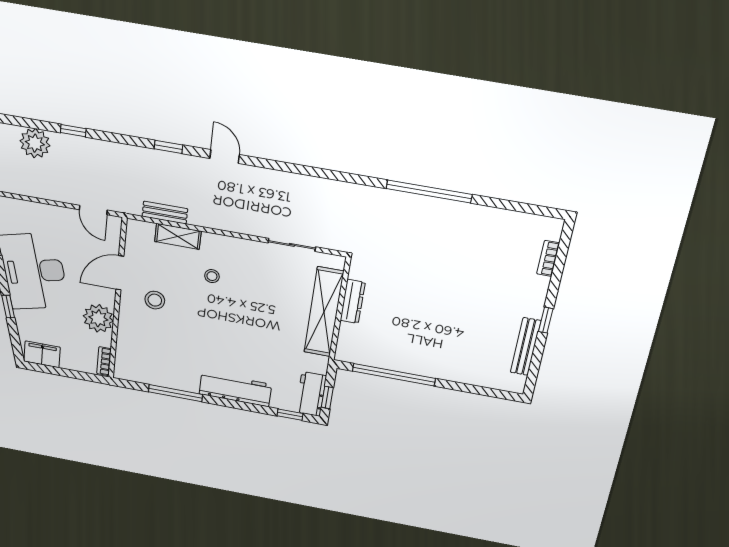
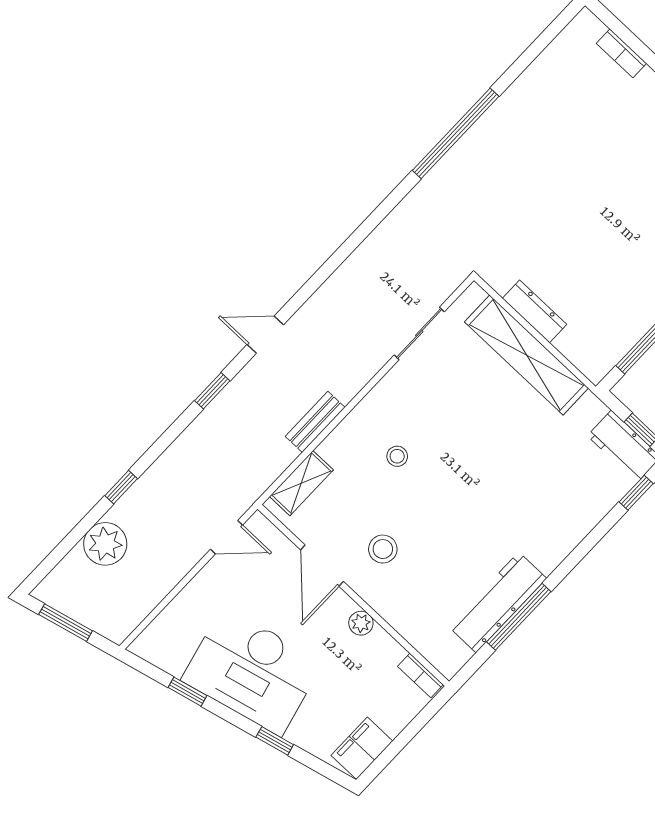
bench: (165, 213) -> (315, 422), moved
shelving: (178, 236) -> (301, 483), moved
plant: (98, 318) -> (361, 623), width x0.53, depth x0.53
workbench: (235, 389) -> (497, 602), moved

